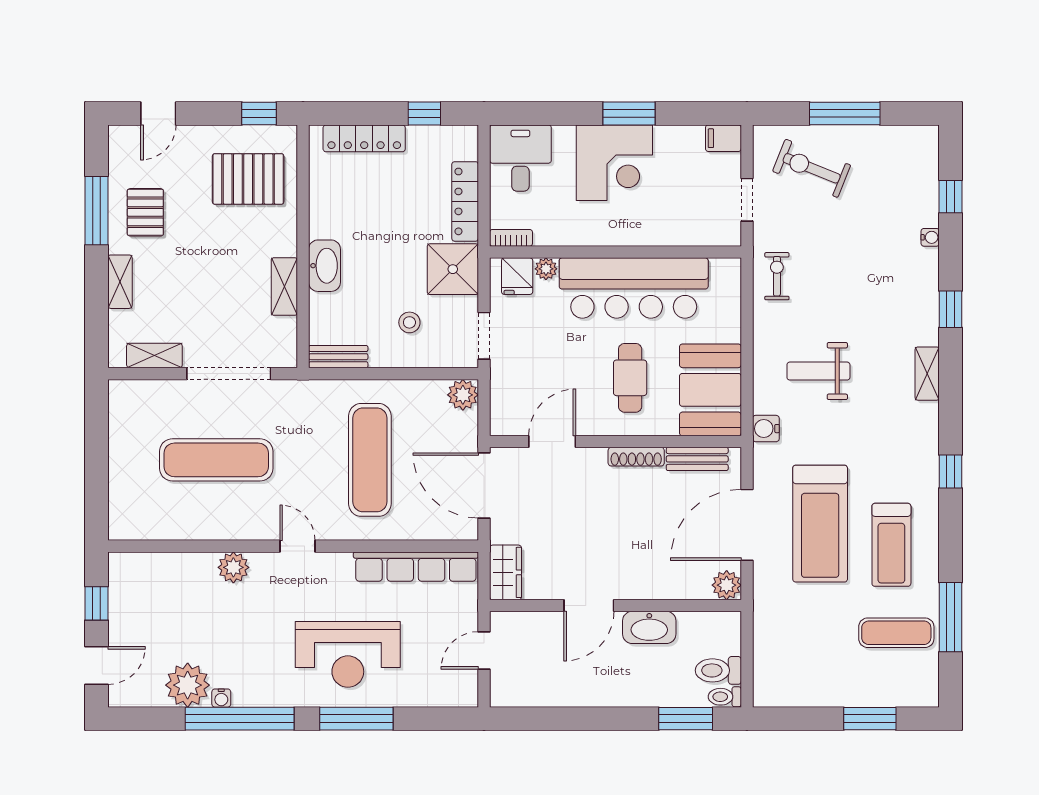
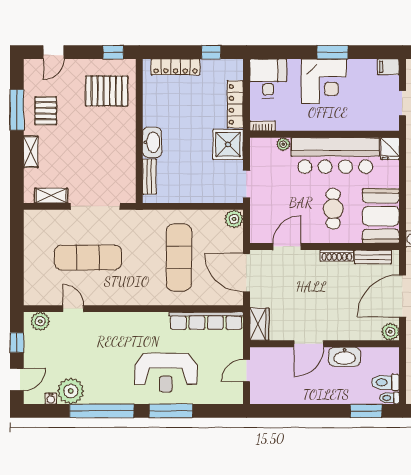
fridge: (517, 276) -> (390, 149), moved
shelving: (284, 286) -> (128, 155), removed
stool: (409, 322) -> (202, 176), removed
bench: (338, 357) -> (149, 177), moved, turned 90
door: (298, 546) -> (73, 309), moved
plant: (233, 567) -> (40, 321), moved
water cooler: (221, 698) -> (51, 399), moved

